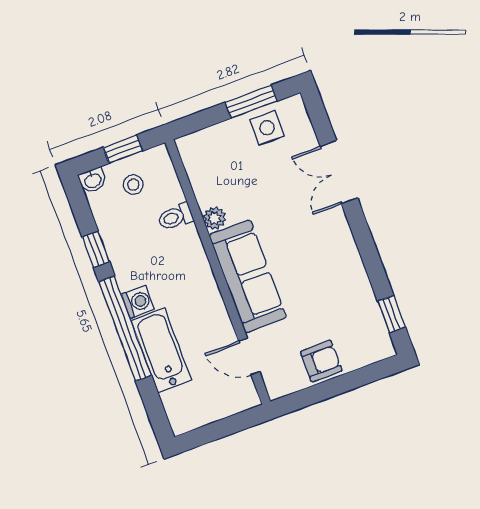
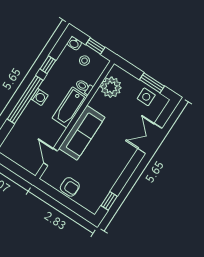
plant: (214, 218) -> (111, 87), moved, width x1.88, depth x1.88
bathtub: (161, 350) -> (70, 107), moved, turned 180

